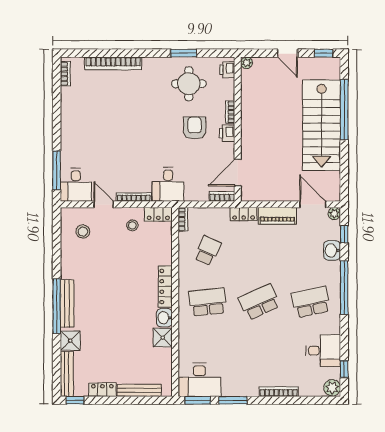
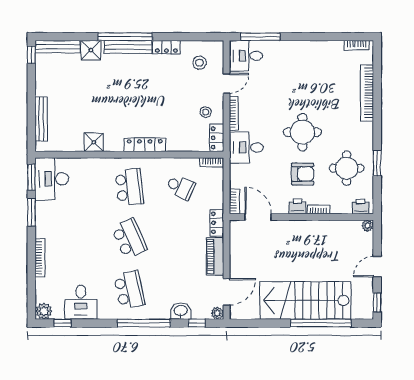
round table: (153, 128) -> (302, 132), added
washbasin: (164, 318) -> (114, 144), removed
locker: (102, 390) -> (166, 47), moved, turned 90

